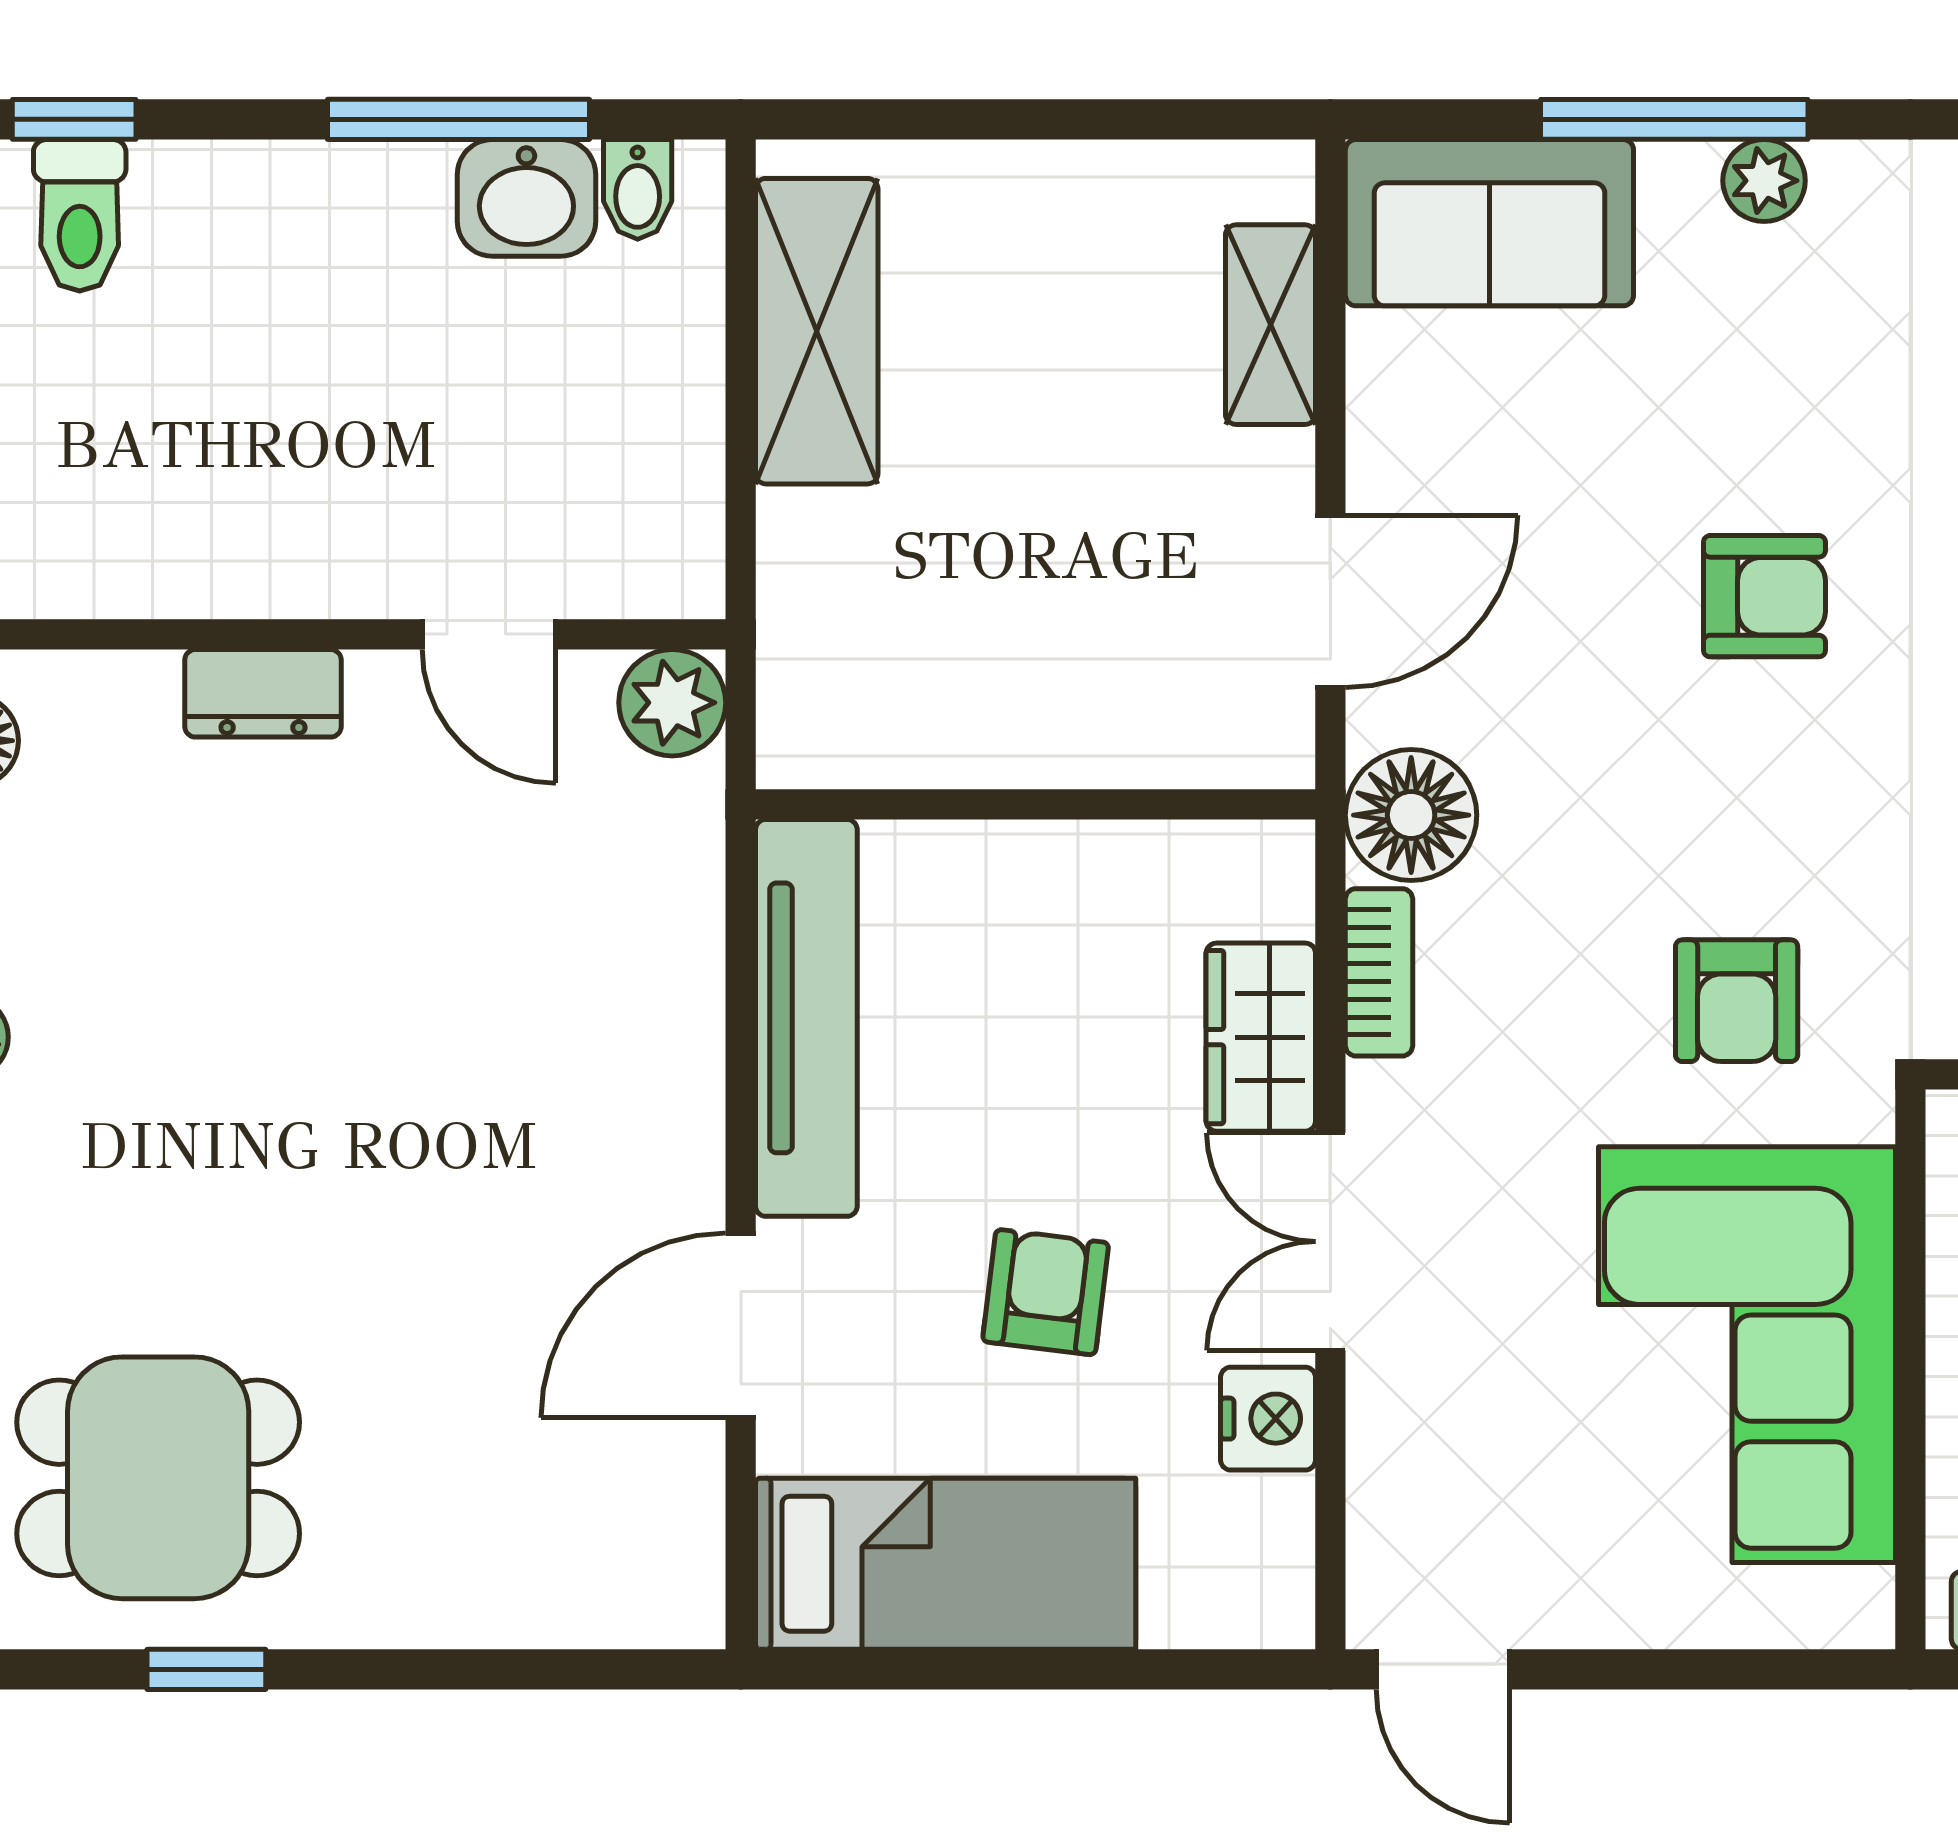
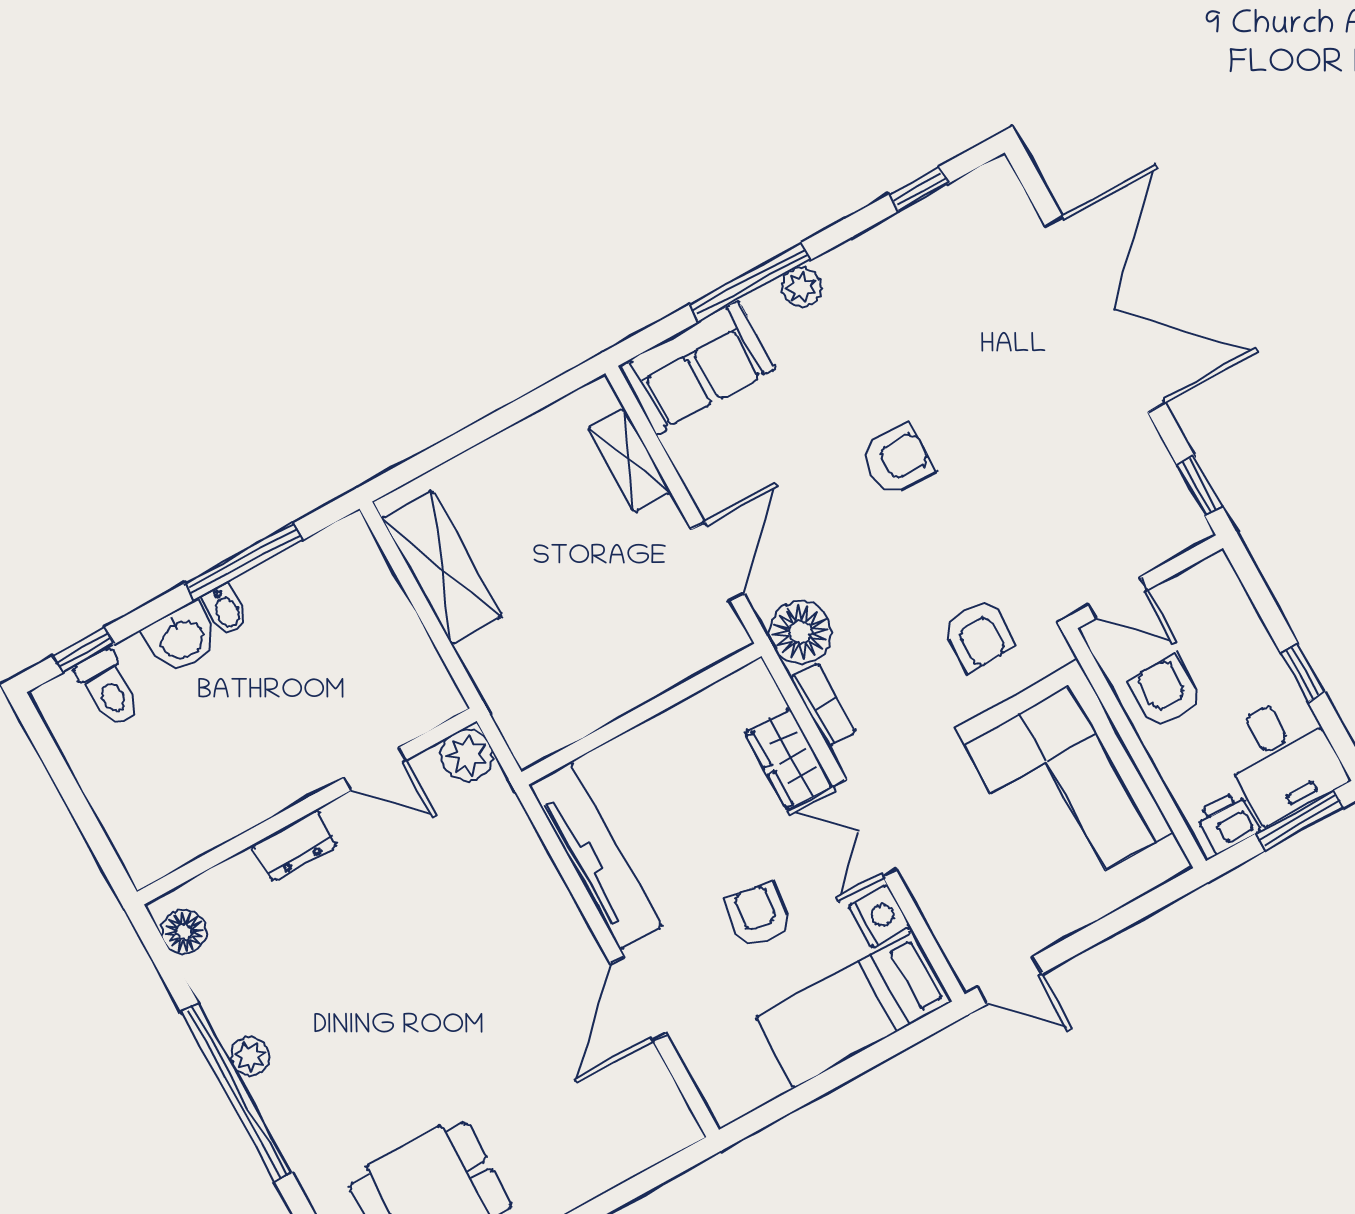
bidet: (638, 189) -> (226, 609), moved
washbasin: (526, 198) -> (182, 638), moved
bed: (946, 1564) -> (853, 1009), moved, turned 180

